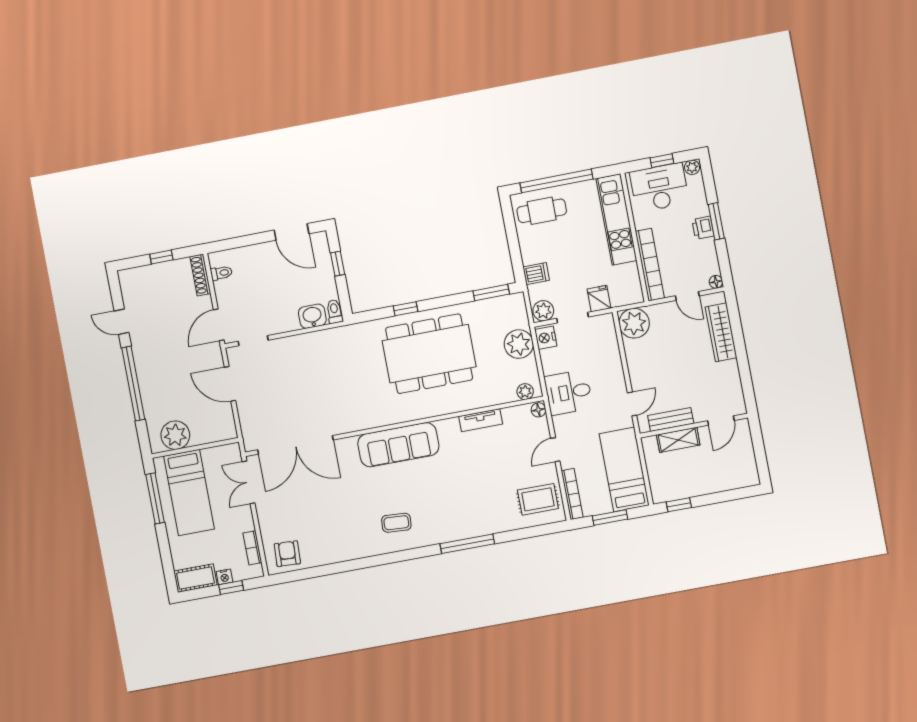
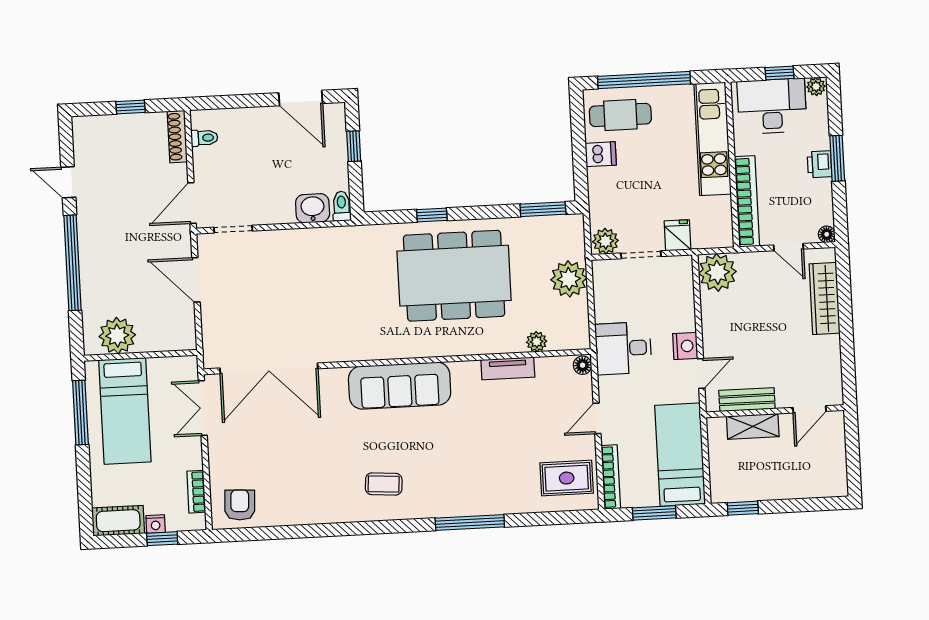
dishwasher: (536, 274) -> (601, 154), moved
nightstand: (546, 338) -> (685, 346), moved, turned 180
plant: (525, 392) -> (537, 342), moved

